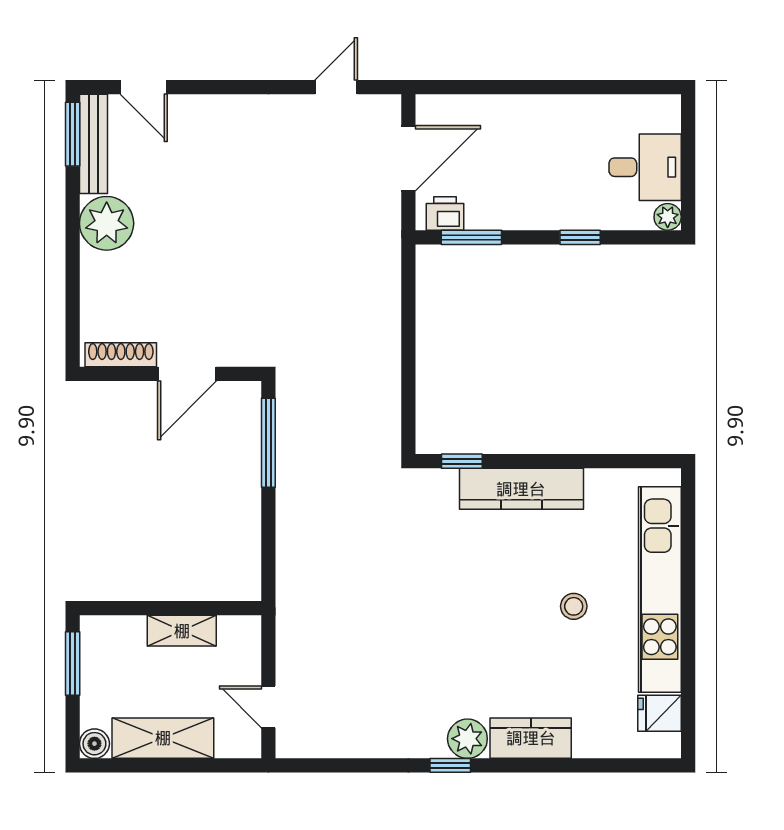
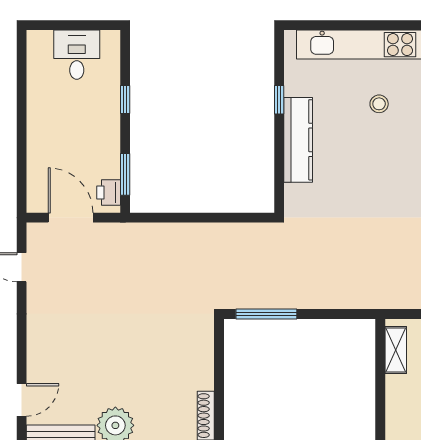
plant: (668, 217) -> (111, 39), removed
door: (187, 374) -> (219, 370), removed
window: (462, 461) -> (279, 100), moved
shelving: (182, 631) -> (396, 350), moved

